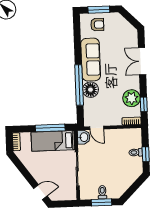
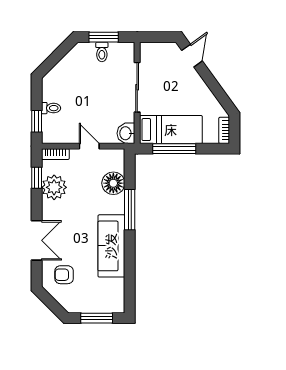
armchair: (97, 25) -> (64, 275), moved
window: (79, 85) -> (130, 210), width x0.68
floor lamp: (90, 90) -> (113, 183), moved
door: (97, 128) -> (89, 146), moved
window: (146, 154) -> (37, 121), moved
door: (40, 192) -> (192, 56), swing flipped

